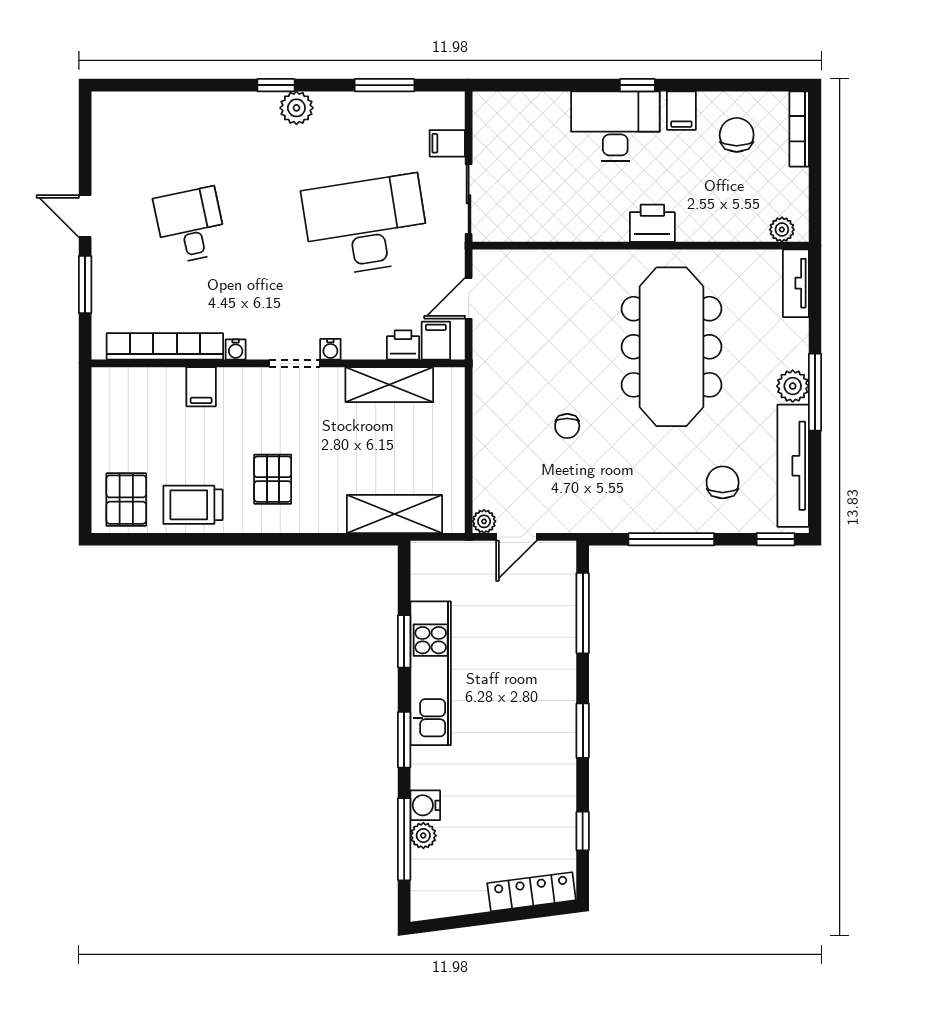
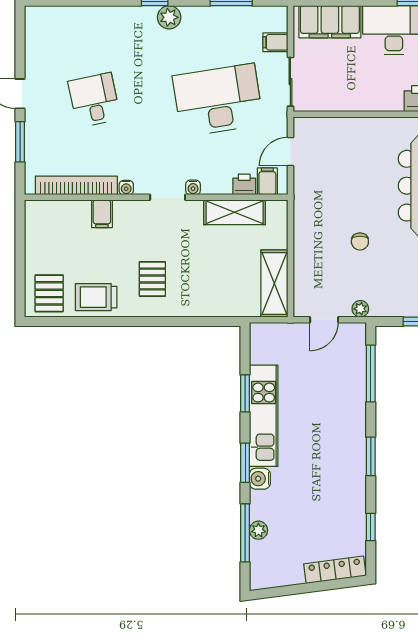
filing cabinet: (524, 114) -> (330, 22), added
shelving: (394, 514) -> (274, 283), moved, turned 90
plant: (484, 521) -> (360, 309), moved
water cooler: (425, 805) -> (260, 479), moved

